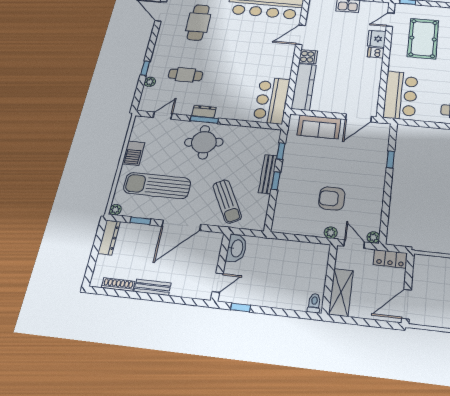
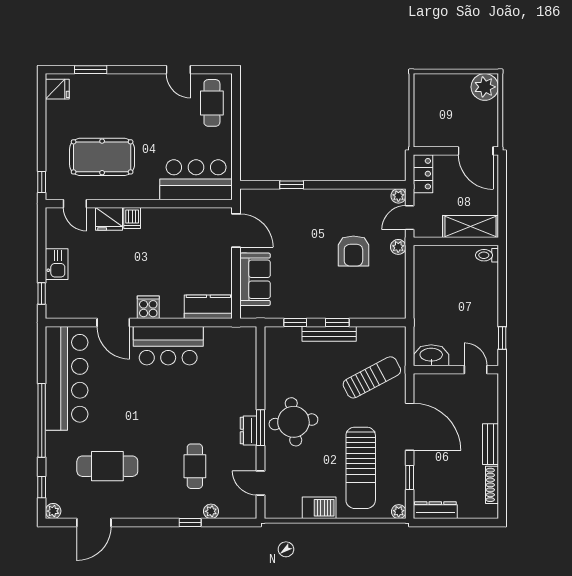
kitchen counter: (304, 87) -> (208, 307), width x0.67
bar counter: (272, 100) -> (168, 346), moved

